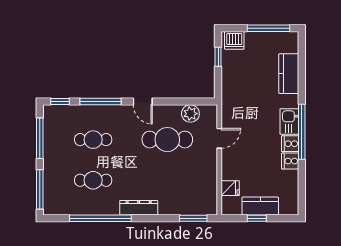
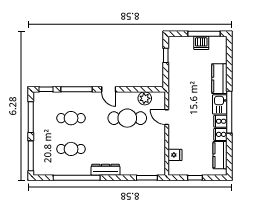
dishwasher: (234, 40) -> (201, 43), moved
kitchen counter: (289, 74) -> (219, 79), moved
door: (219, 138) -> (167, 117), swing flipped
kitchen counter: (260, 206) -> (220, 155), moved, turned -90

